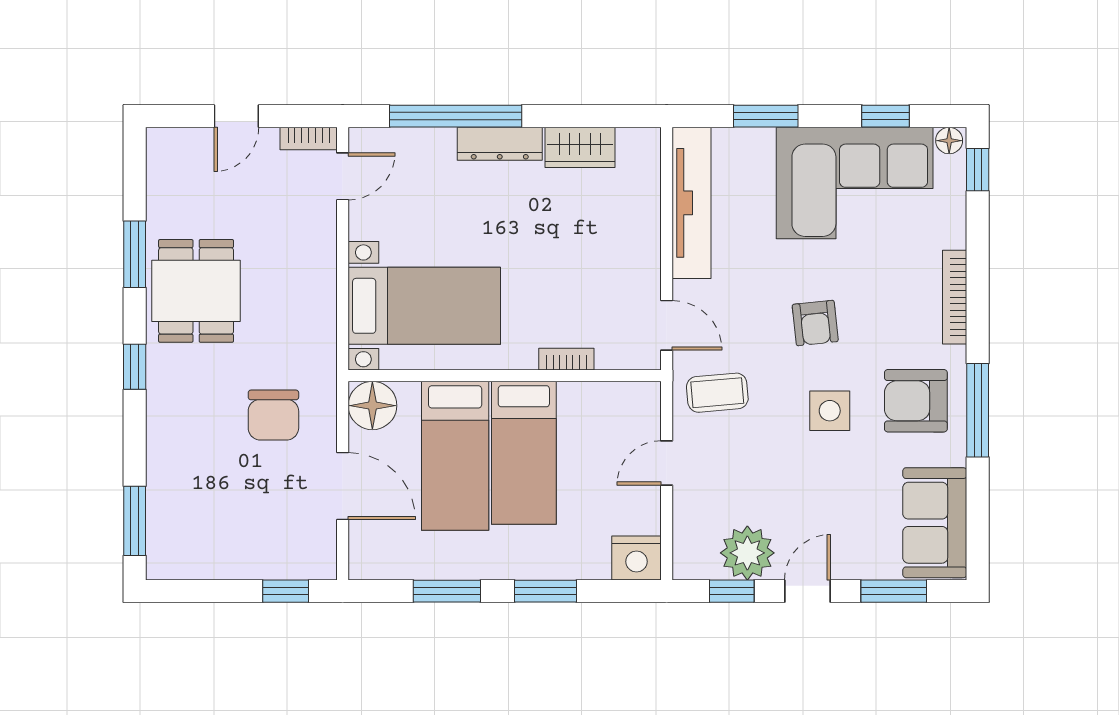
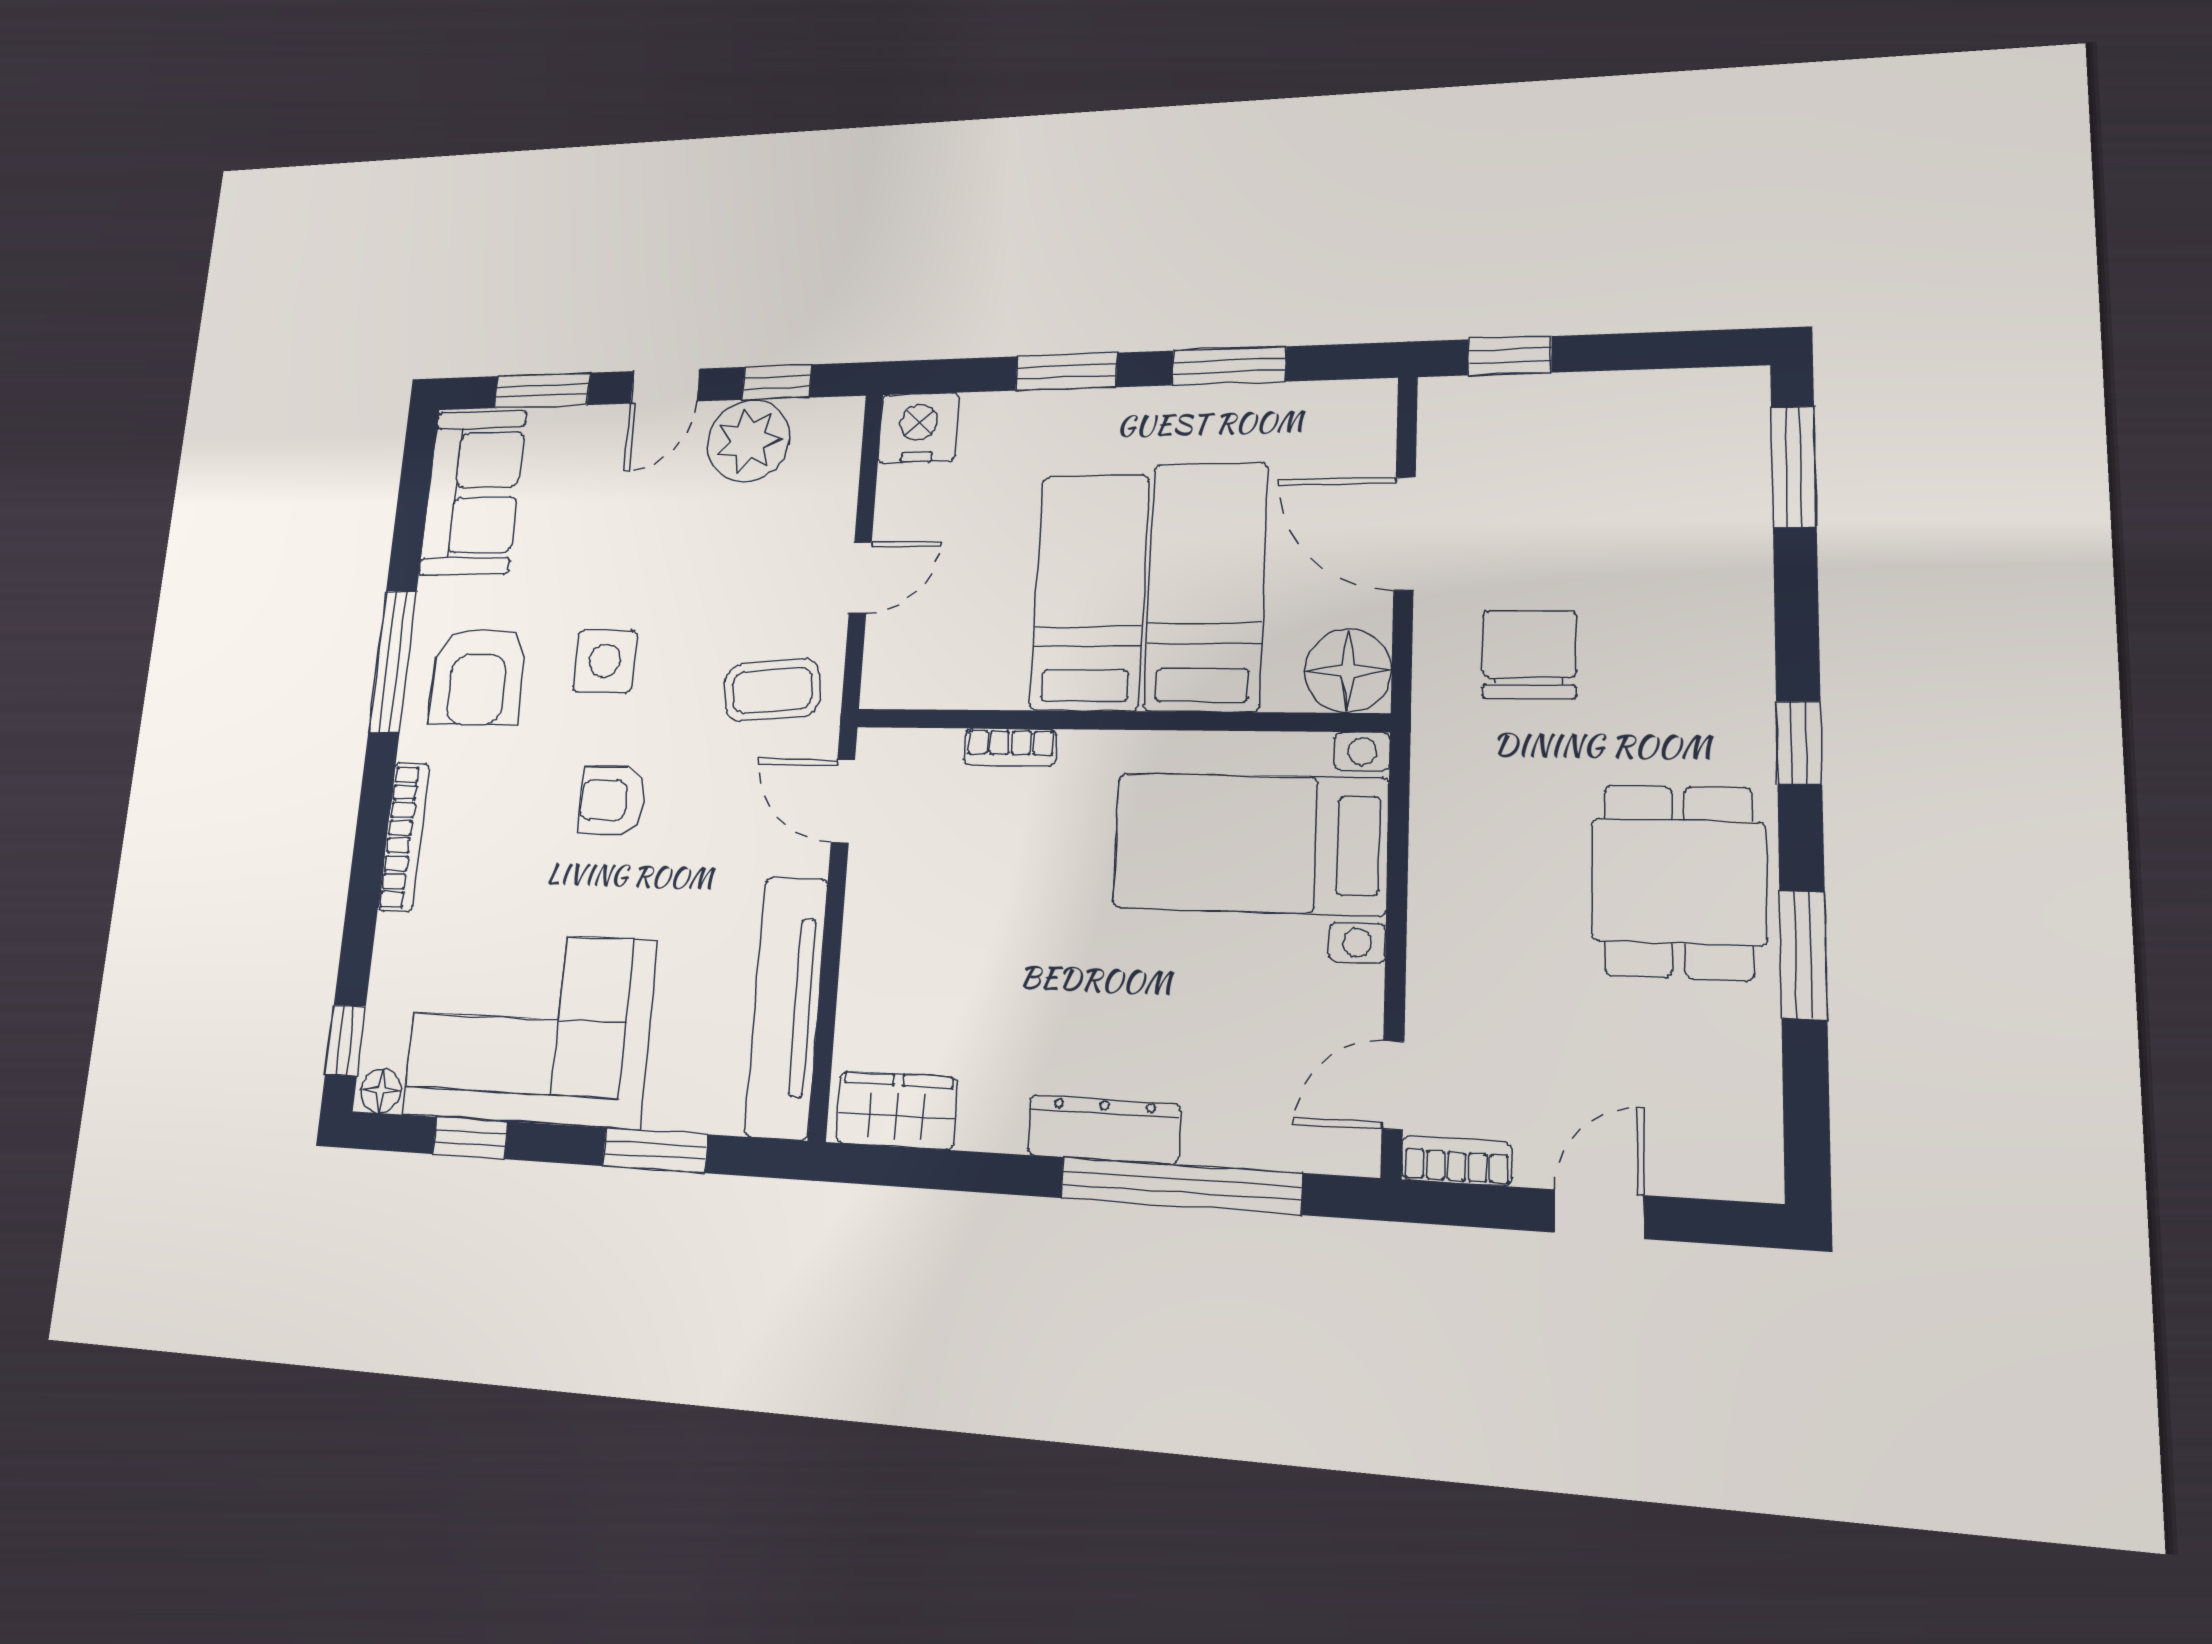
wardrobe: (580, 147) -> (896, 1110), moved
armchair: (815, 323) -> (612, 800), turned -84
armchair: (916, 401) -> (478, 676), turned 90

